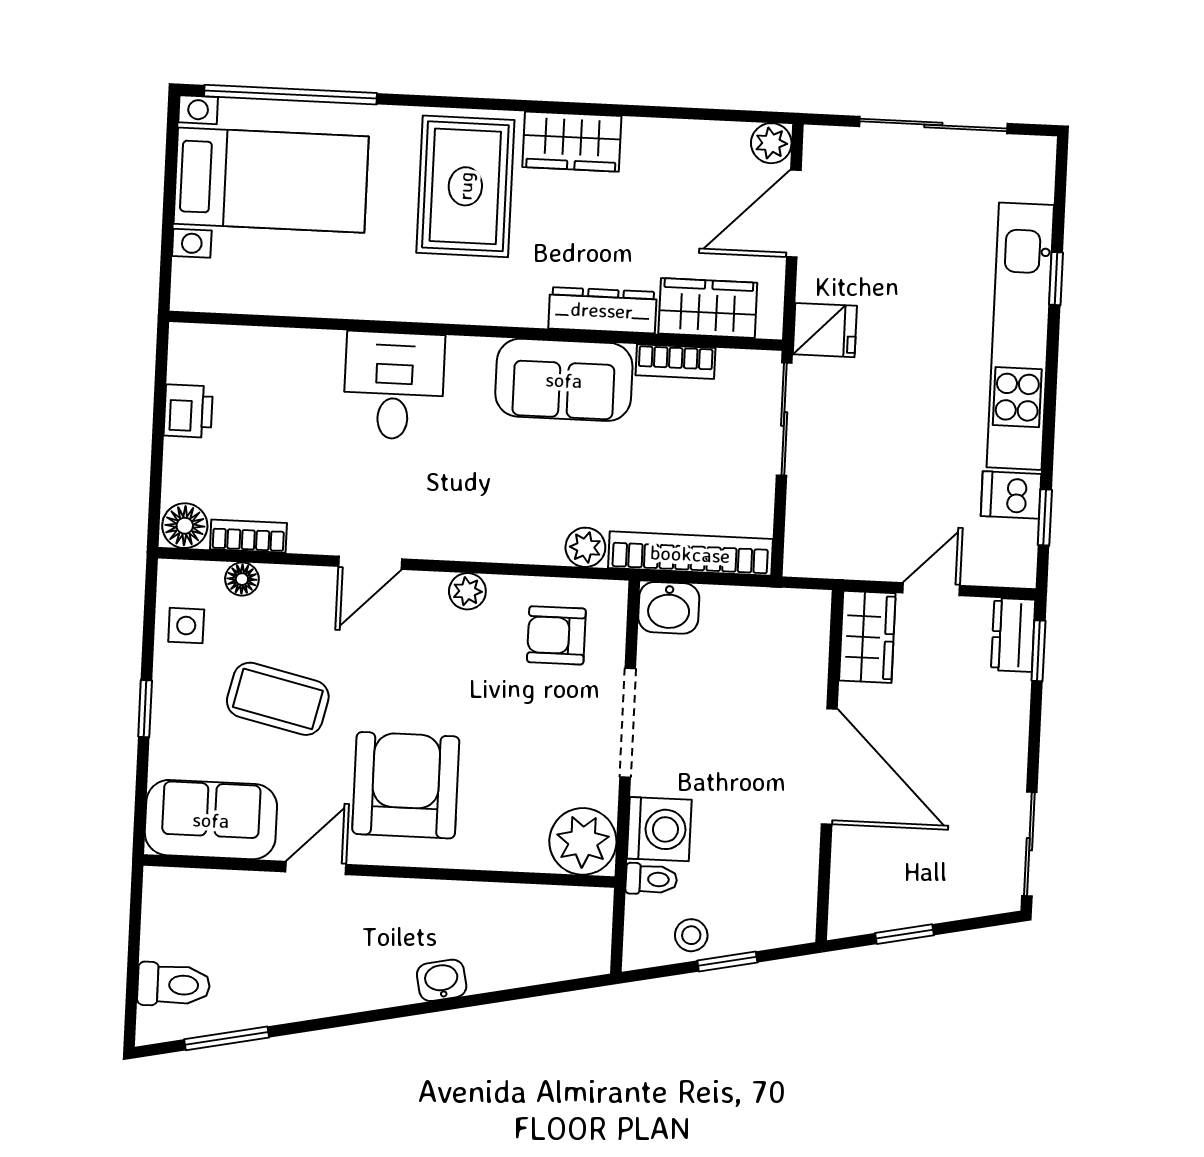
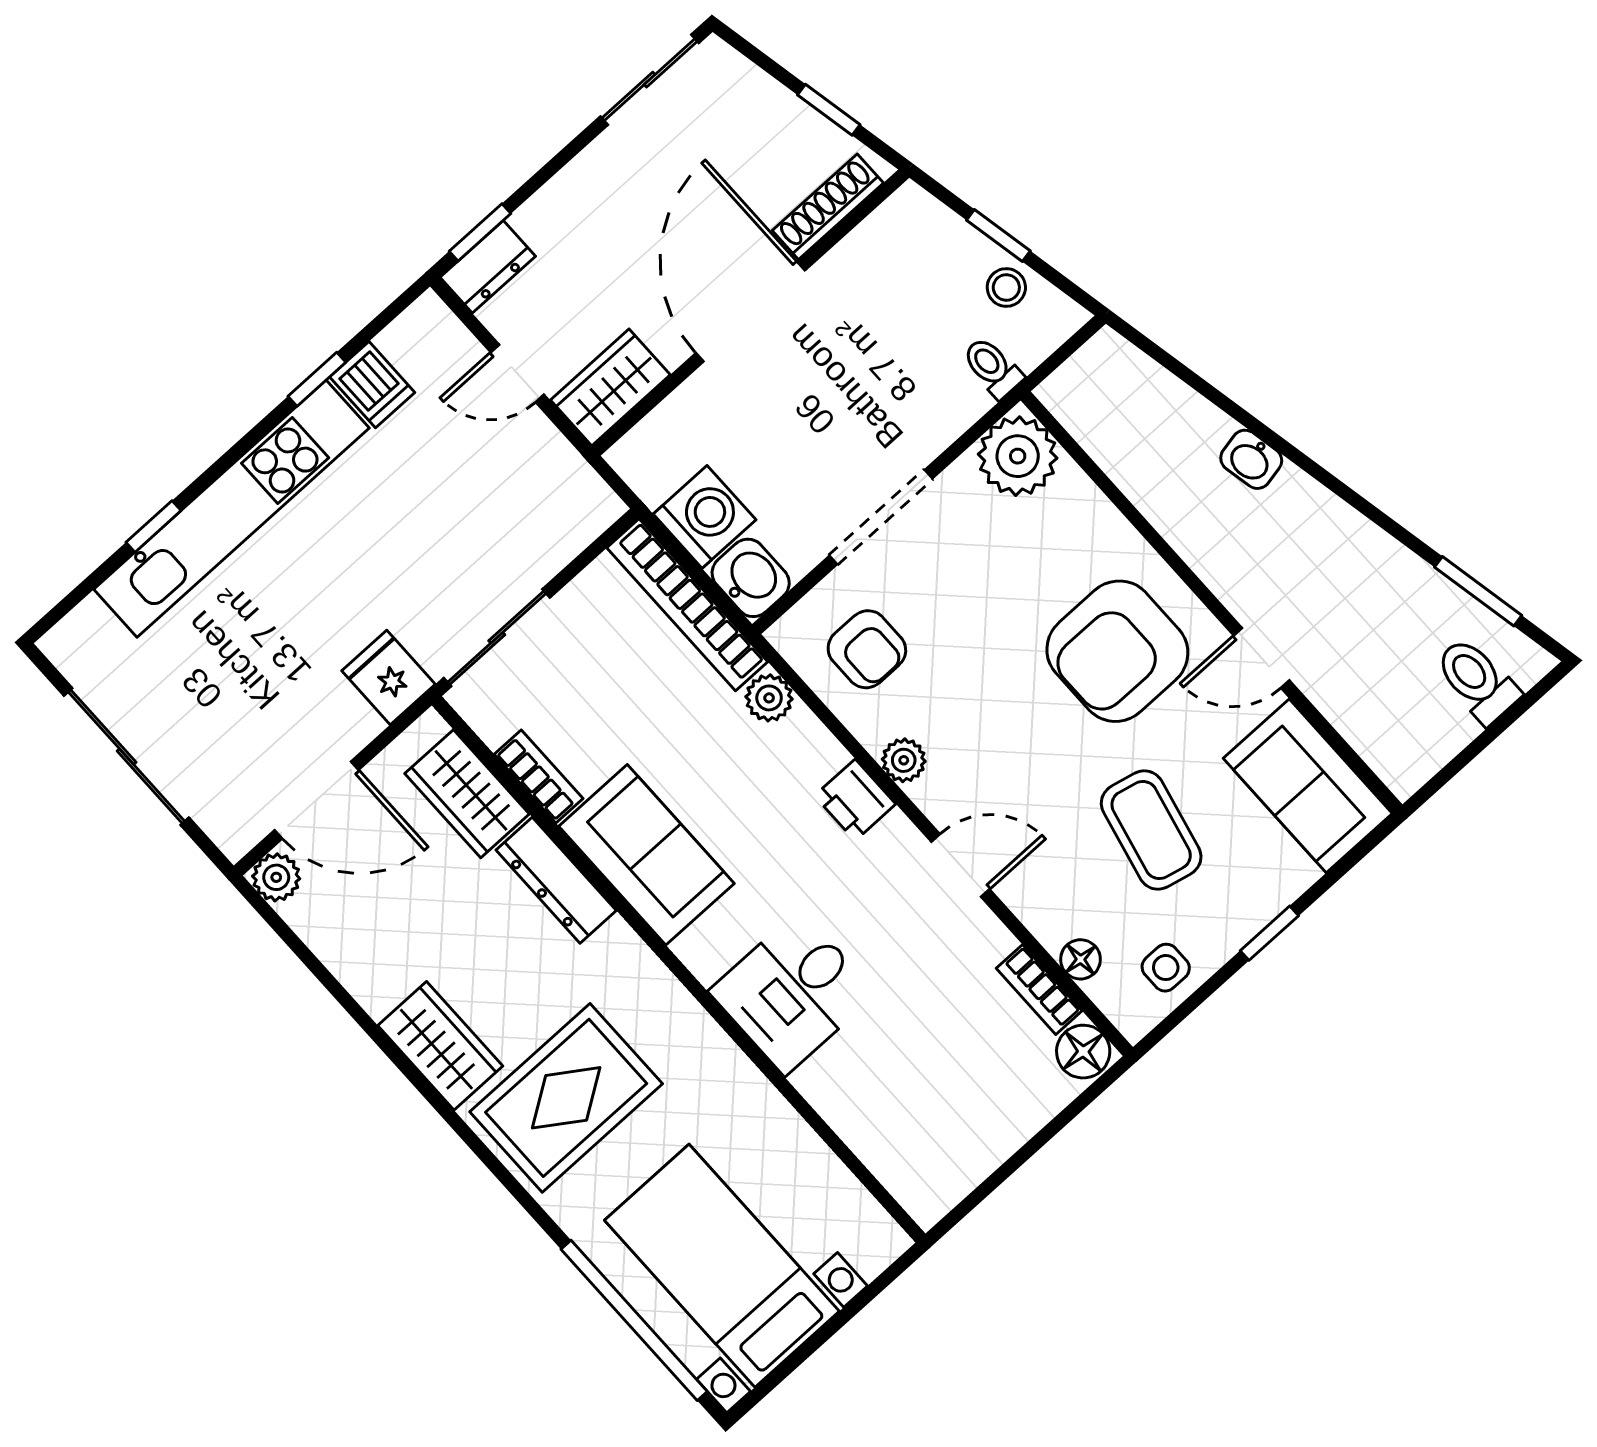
printer: (188, 411) -> (855, 800), moved, turned -90
window: (1045, 517) -> (317, 379), moved
washing machine: (659, 829) -> (705, 517), moved, turned 90
shoe rack: (846, 876) -> (828, 207), added

